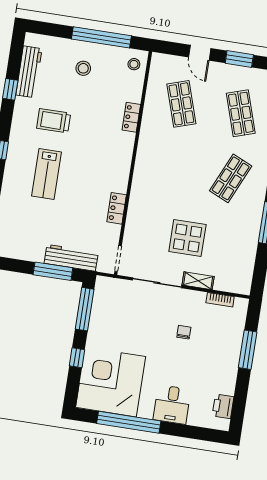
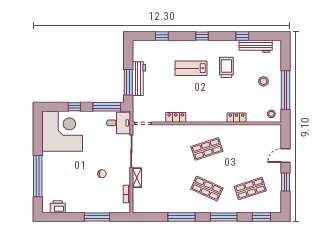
shop shelf: (181, 104) -> (207, 149), moved
display table: (187, 238) -> (164, 166), removed
workbench: (71, 258) -> (139, 79), moved
desk: (172, 405) -> (119, 123), moved, turned 180
window: (129, 422) -> (38, 176), moved

